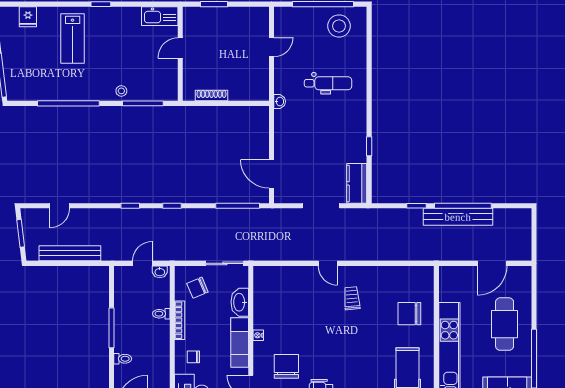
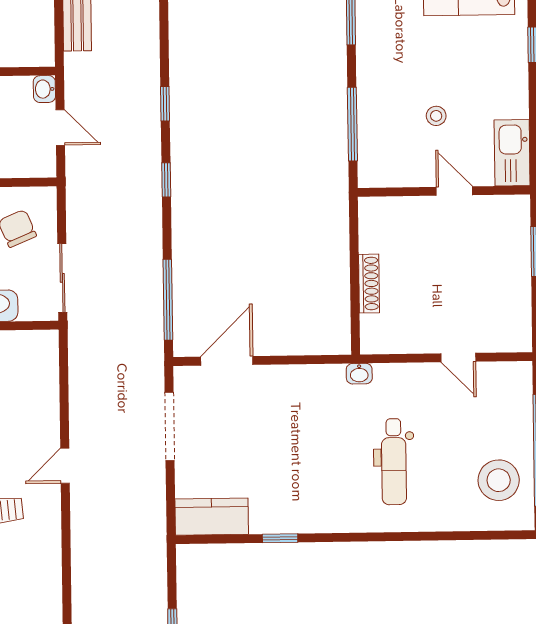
stool: (121, 91) -> (436, 116), moved
shoe rack: (211, 95) -> (369, 284), moved
doorway: (321, 206) -> (170, 426), moved
washbasin: (160, 272) -> (44, 89), moved

